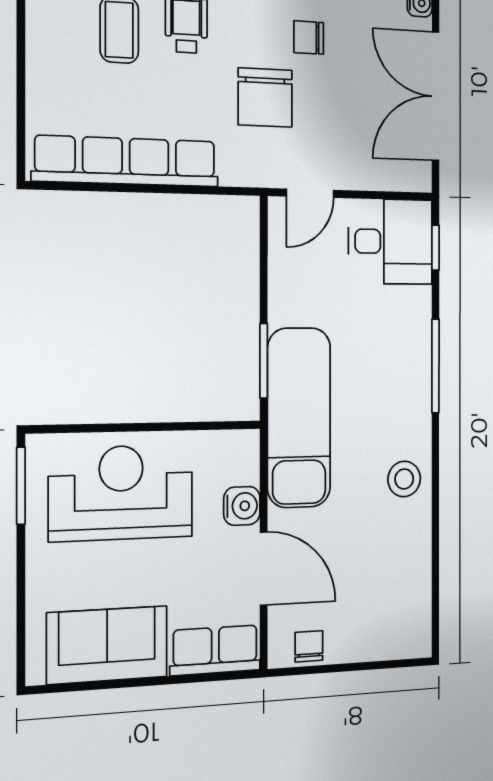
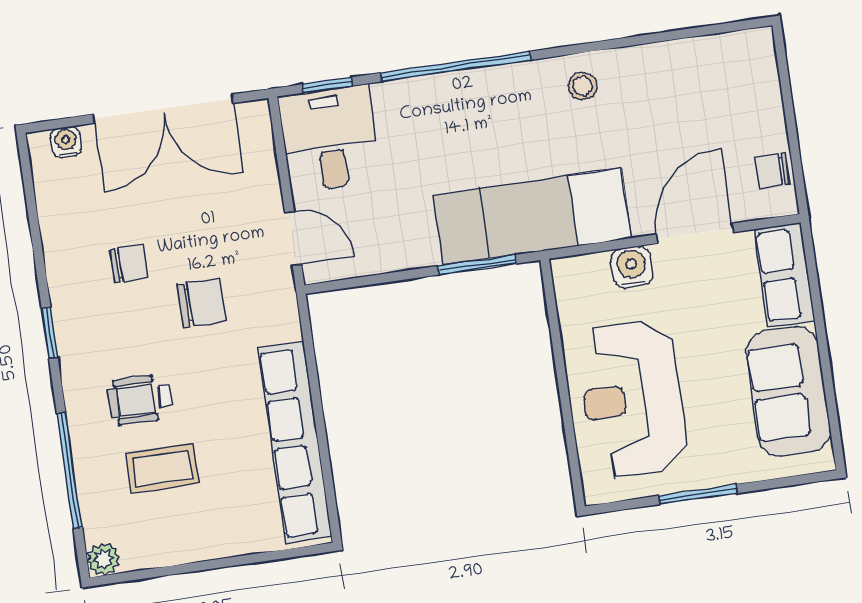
chair: (309, 38) -> (129, 264), turned -90
chair: (265, 97) -> (202, 303), width x0.73, depth x0.73
window: (435, 366) -> (456, 66), width x1.46
stool: (404, 479) -> (583, 86), width x0.73, depth x0.73
window: (21, 486) -> (698, 494), moved

